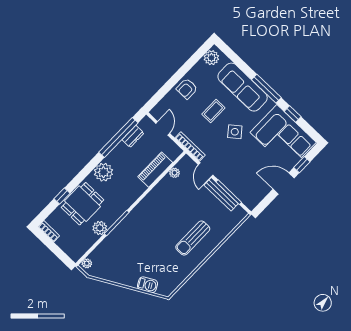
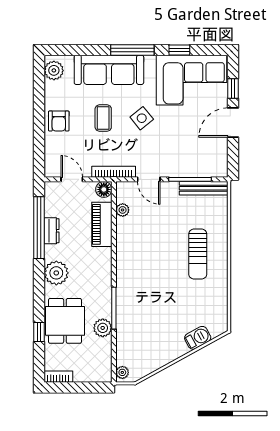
dresser: (133, 136) -> (52, 231), moved
floor lamp: (175, 151) -> (104, 189), added
bench: (221, 194) -> (204, 188), moved

